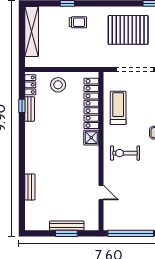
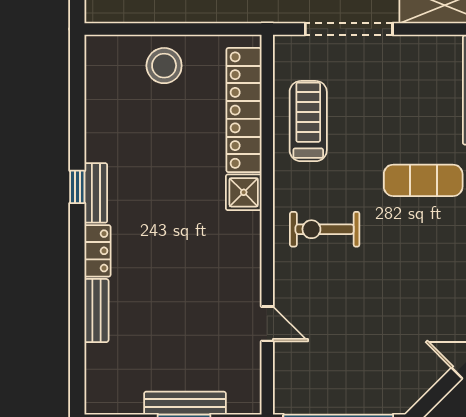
locker: (30, 85) -> (97, 251), moved
window: (22, 106) -> (77, 187), moved
bench: (30, 109) -> (96, 193), moved

